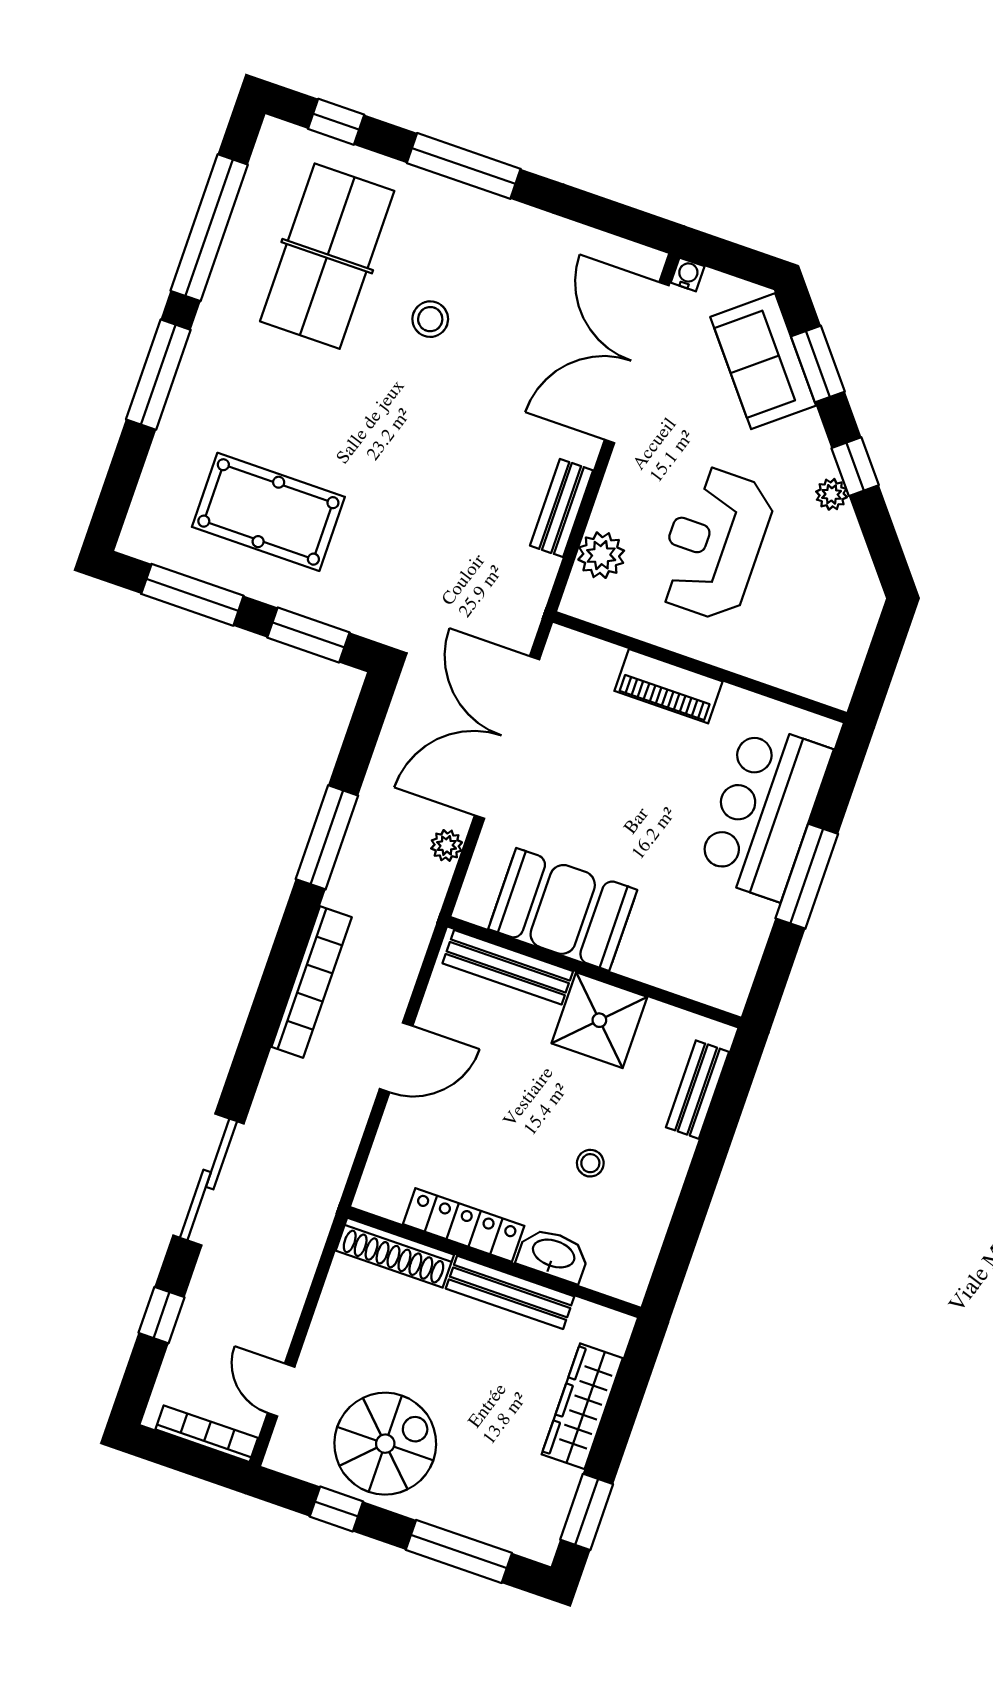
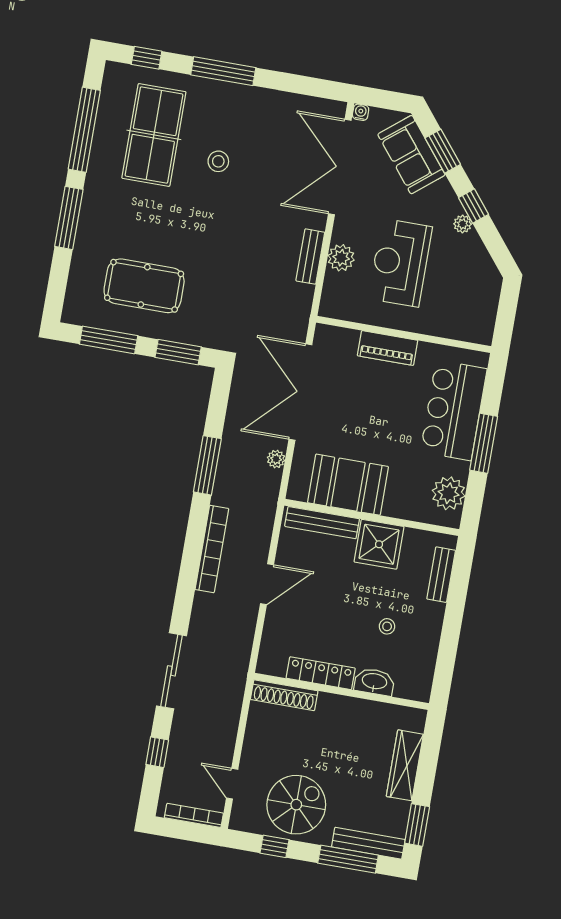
plant: (601, 555) -> (341, 258), moved
plant: (733, 952) -> (449, 493), added
bench: (510, 1292) -> (368, 843), moved

